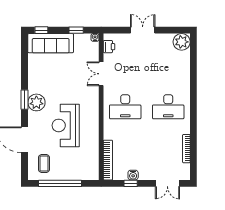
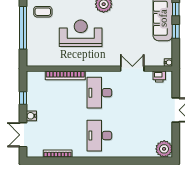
window: (76, 30) -> (176, 31), moved
bookcase: (108, 160) -> (65, 75), moved
water cooler: (133, 175) -> (31, 116), moved

